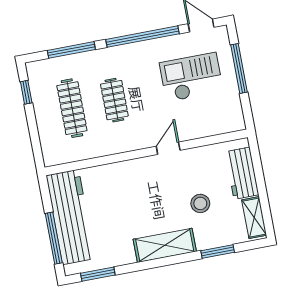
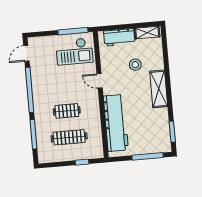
window: (239, 68) -> (73, 31), moved
checkout: (191, 77) -> (74, 51), moved, turned -90
window: (26, 92) -> (82, 162), moved
workbench: (71, 217) -> (116, 123), moved, turned 90
window: (218, 252) -> (166, 57), removed

